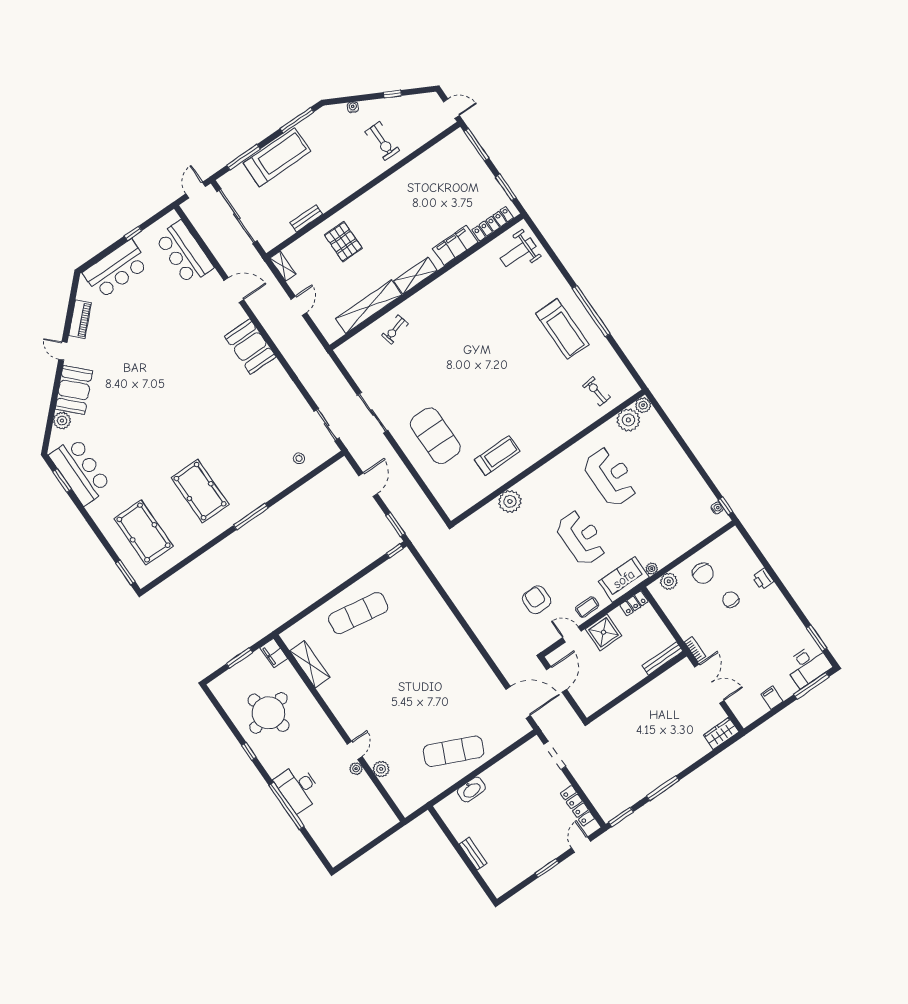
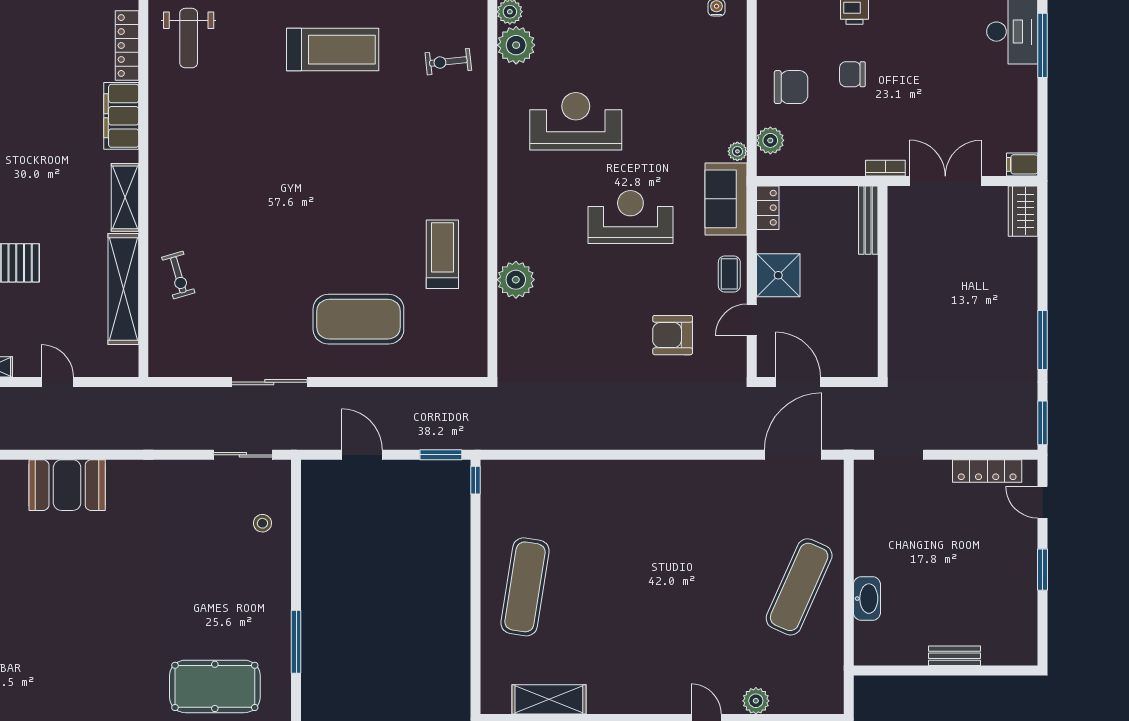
filing cabinet: (772, 698) -> (1022, 164), moved

